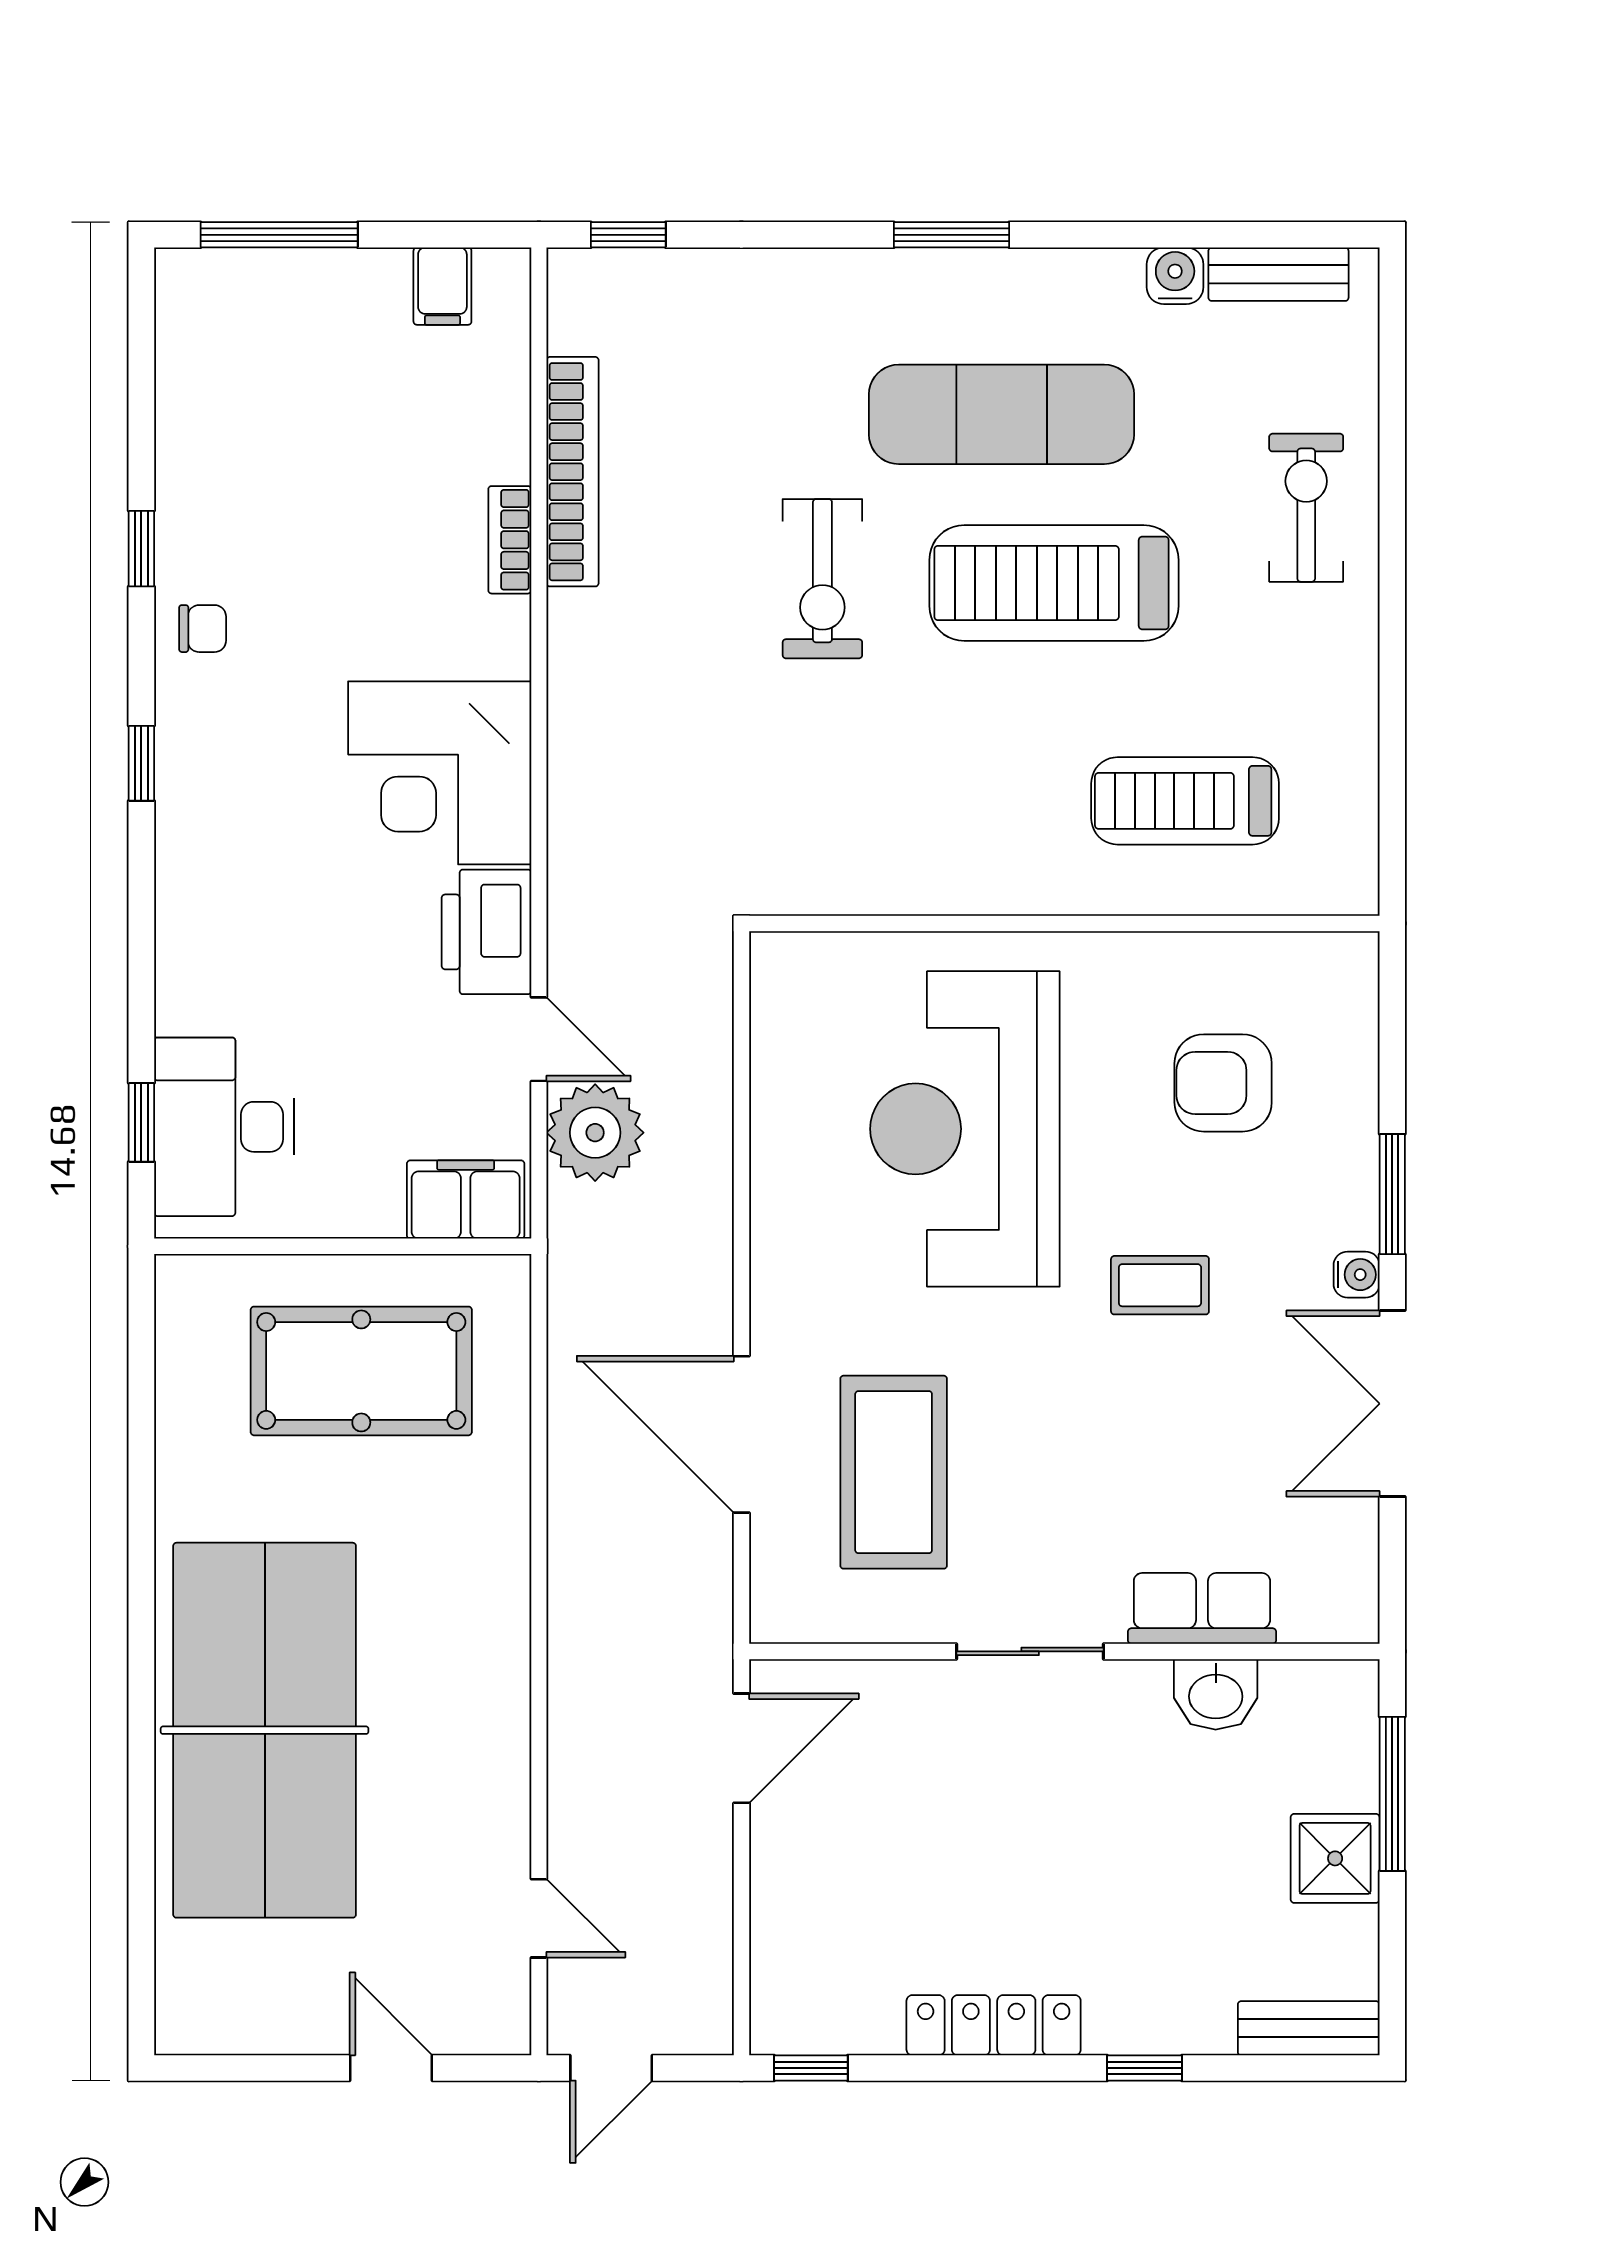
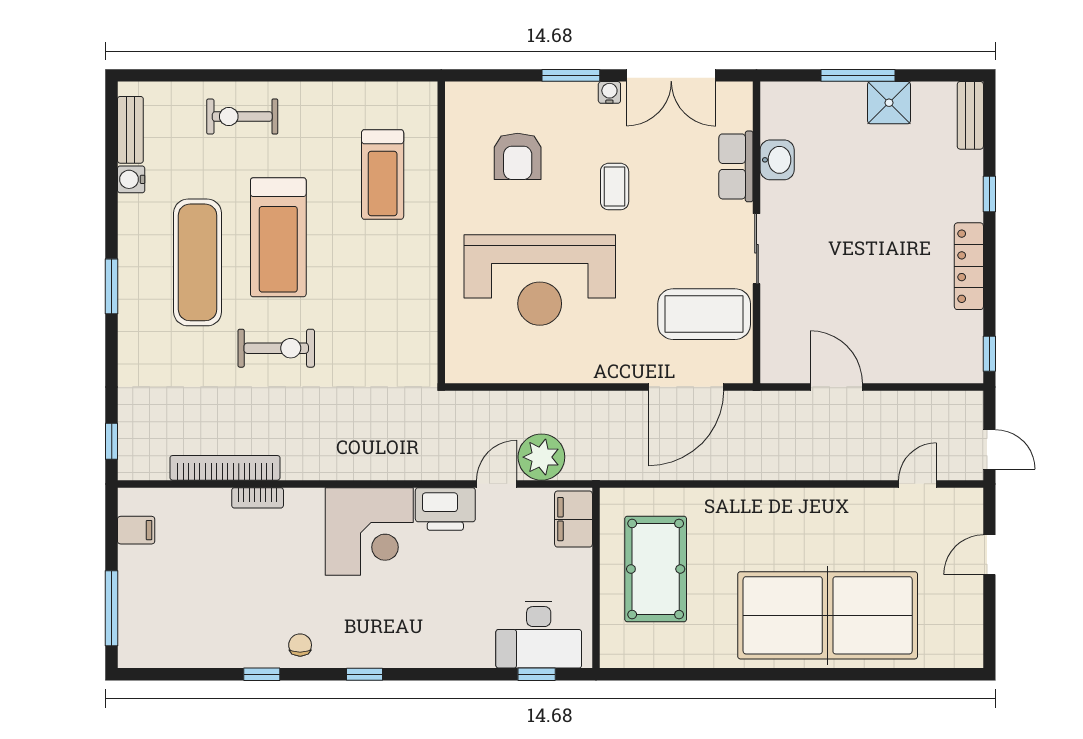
row of seats: (1202, 1608) -> (736, 166), moved
sliding door: (1030, 1651) -> (757, 249), moved
wall: (1064, 1651) -> (757, 232), moved
washbasin: (1216, 1694) -> (777, 160), moved

